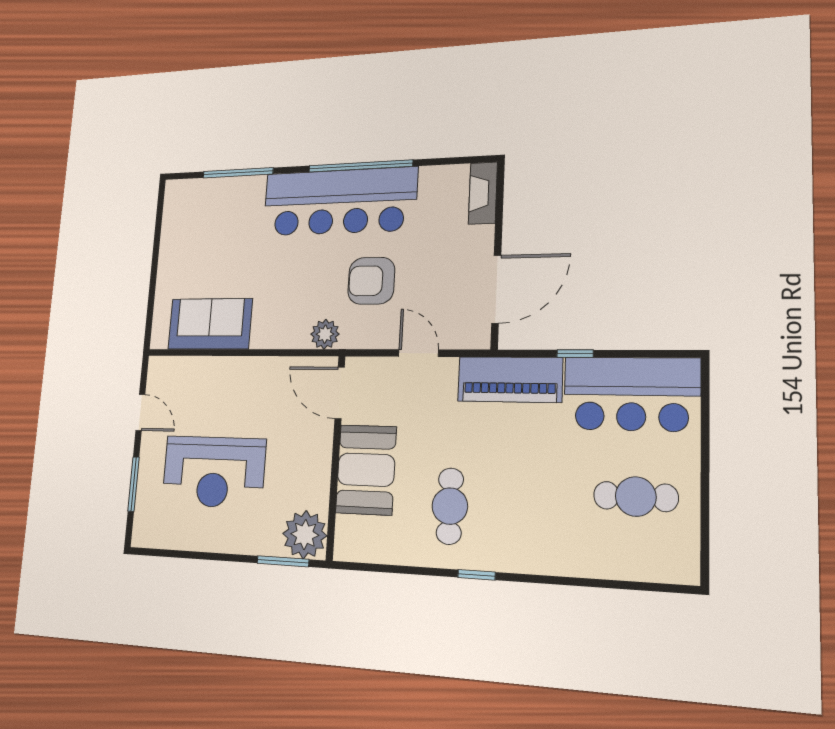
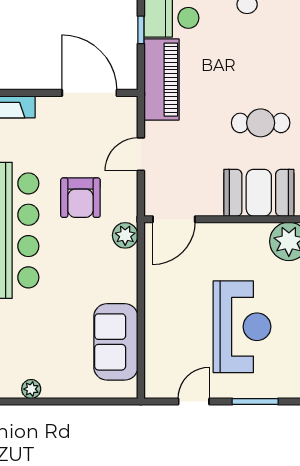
plant: (170, 231) -> (31, 389), added
booth: (366, 470) -> (259, 193), moved

